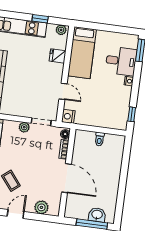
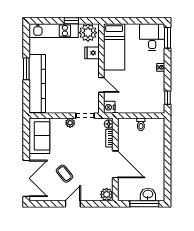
plant: (61, 30) -> (88, 33), width x1.87, depth x1.87
desk: (121, 61) -> (152, 37), moved, turned -90
plant: (41, 207) -> (107, 194), moved

